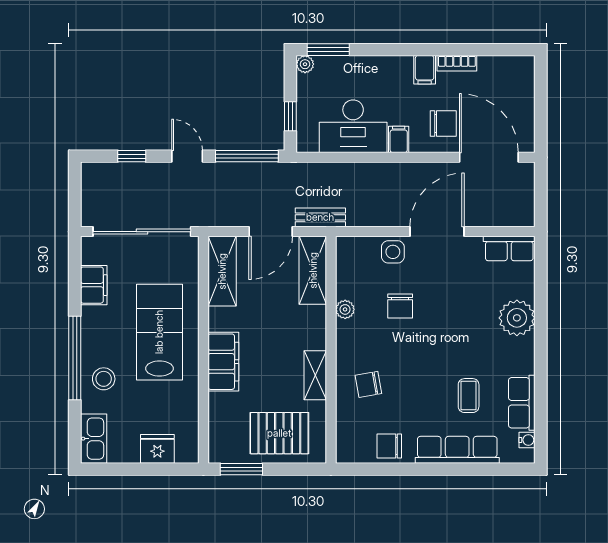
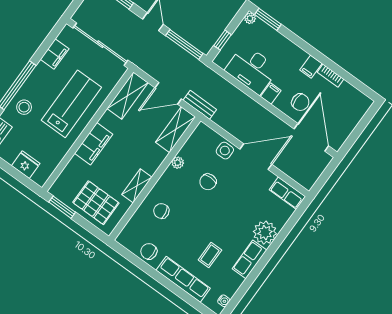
row of seats: (522, 403) -> (249, 259), moved

